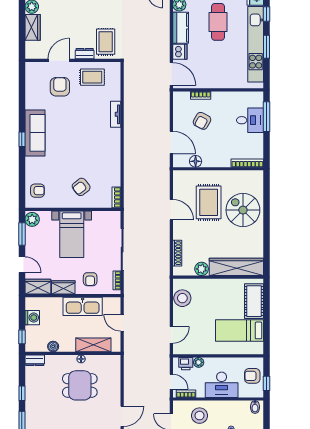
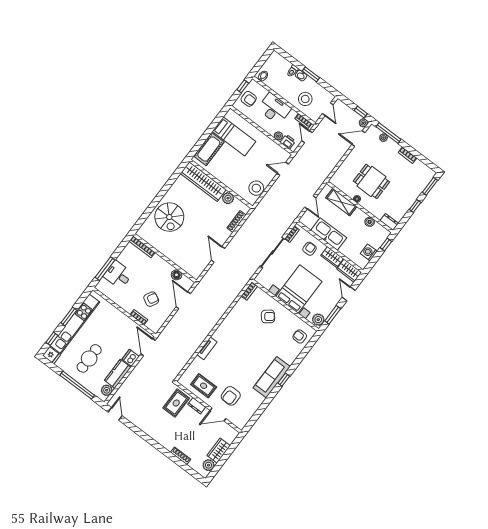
rug: (209, 202) -> (189, 240), removed
bed with nightstands: (72, 234) -> (299, 289), width x1.36

